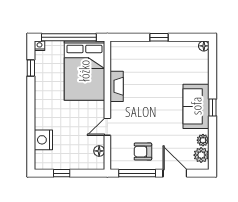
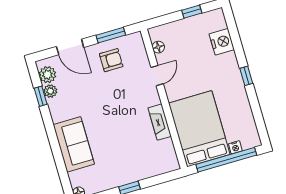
nightstand: (40, 46) -> (235, 147), moved
window: (31, 68) -> (246, 76), moved
sofa: (196, 106) -> (74, 144), moved
window: (212, 107) -> (41, 96), moved
window: (137, 173) -> (111, 35), width x0.69

